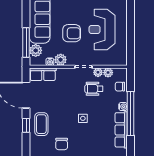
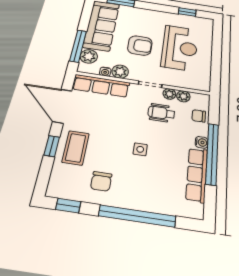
reception desk: (102, 29) -> (180, 48), turned 180
row of seats: (43, 74) -> (101, 86), width x1.48

